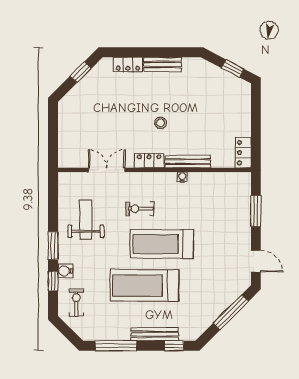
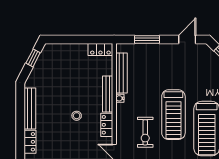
bench: (163, 64) -> (30, 108), width x1.36
bench: (214, 179) -> (121, 73), added
exercise bike: (140, 209) -> (145, 132), width x1.38, depth x1.39

